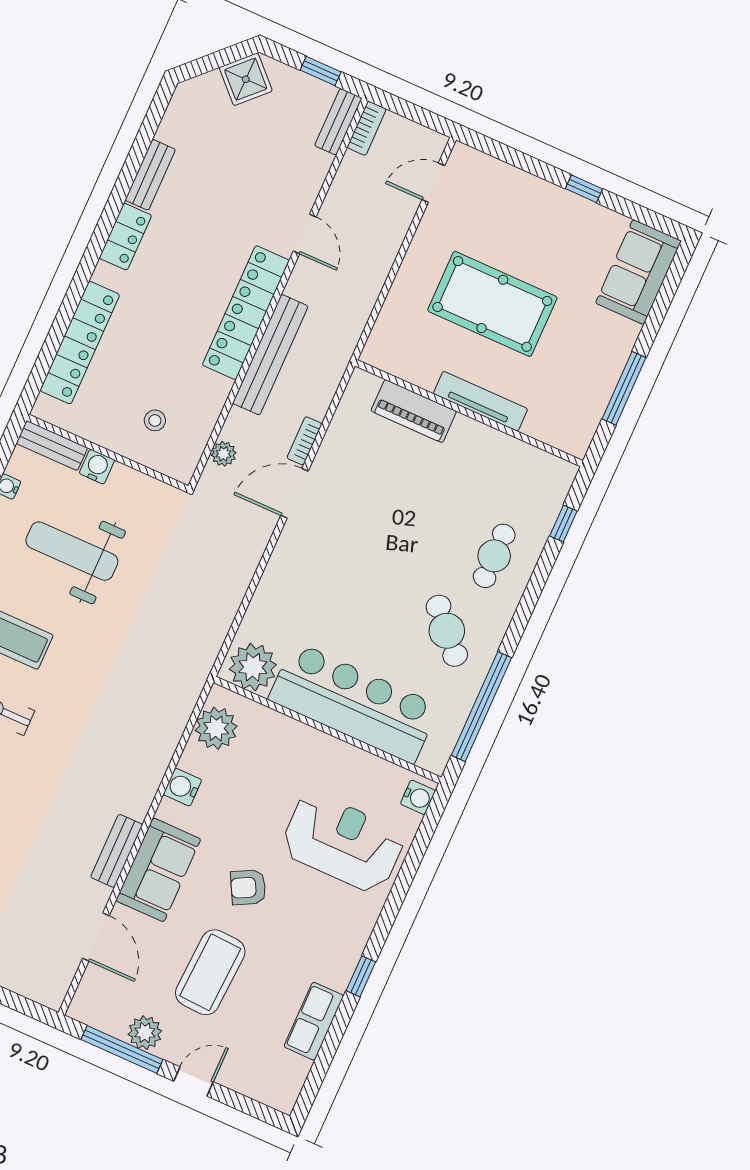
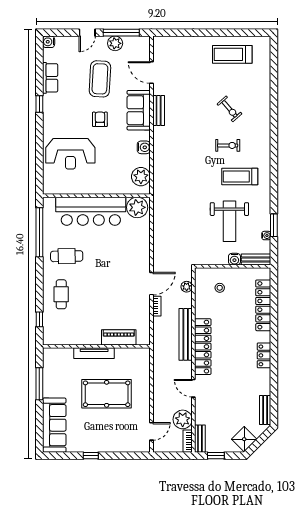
bench: (150, 175) -> (265, 410), moved
plant: (357, 179) -> (183, 419), added
sofa: (638, 272) -> (54, 425), width x1.36
weight bench: (72, 551) -> (229, 221), turned 90
cafe table: (447, 631) -> (67, 256), turned -48
water cooler: (418, 797) -> (49, 42), moved
armchair: (248, 887) -> (100, 119), turned -62

